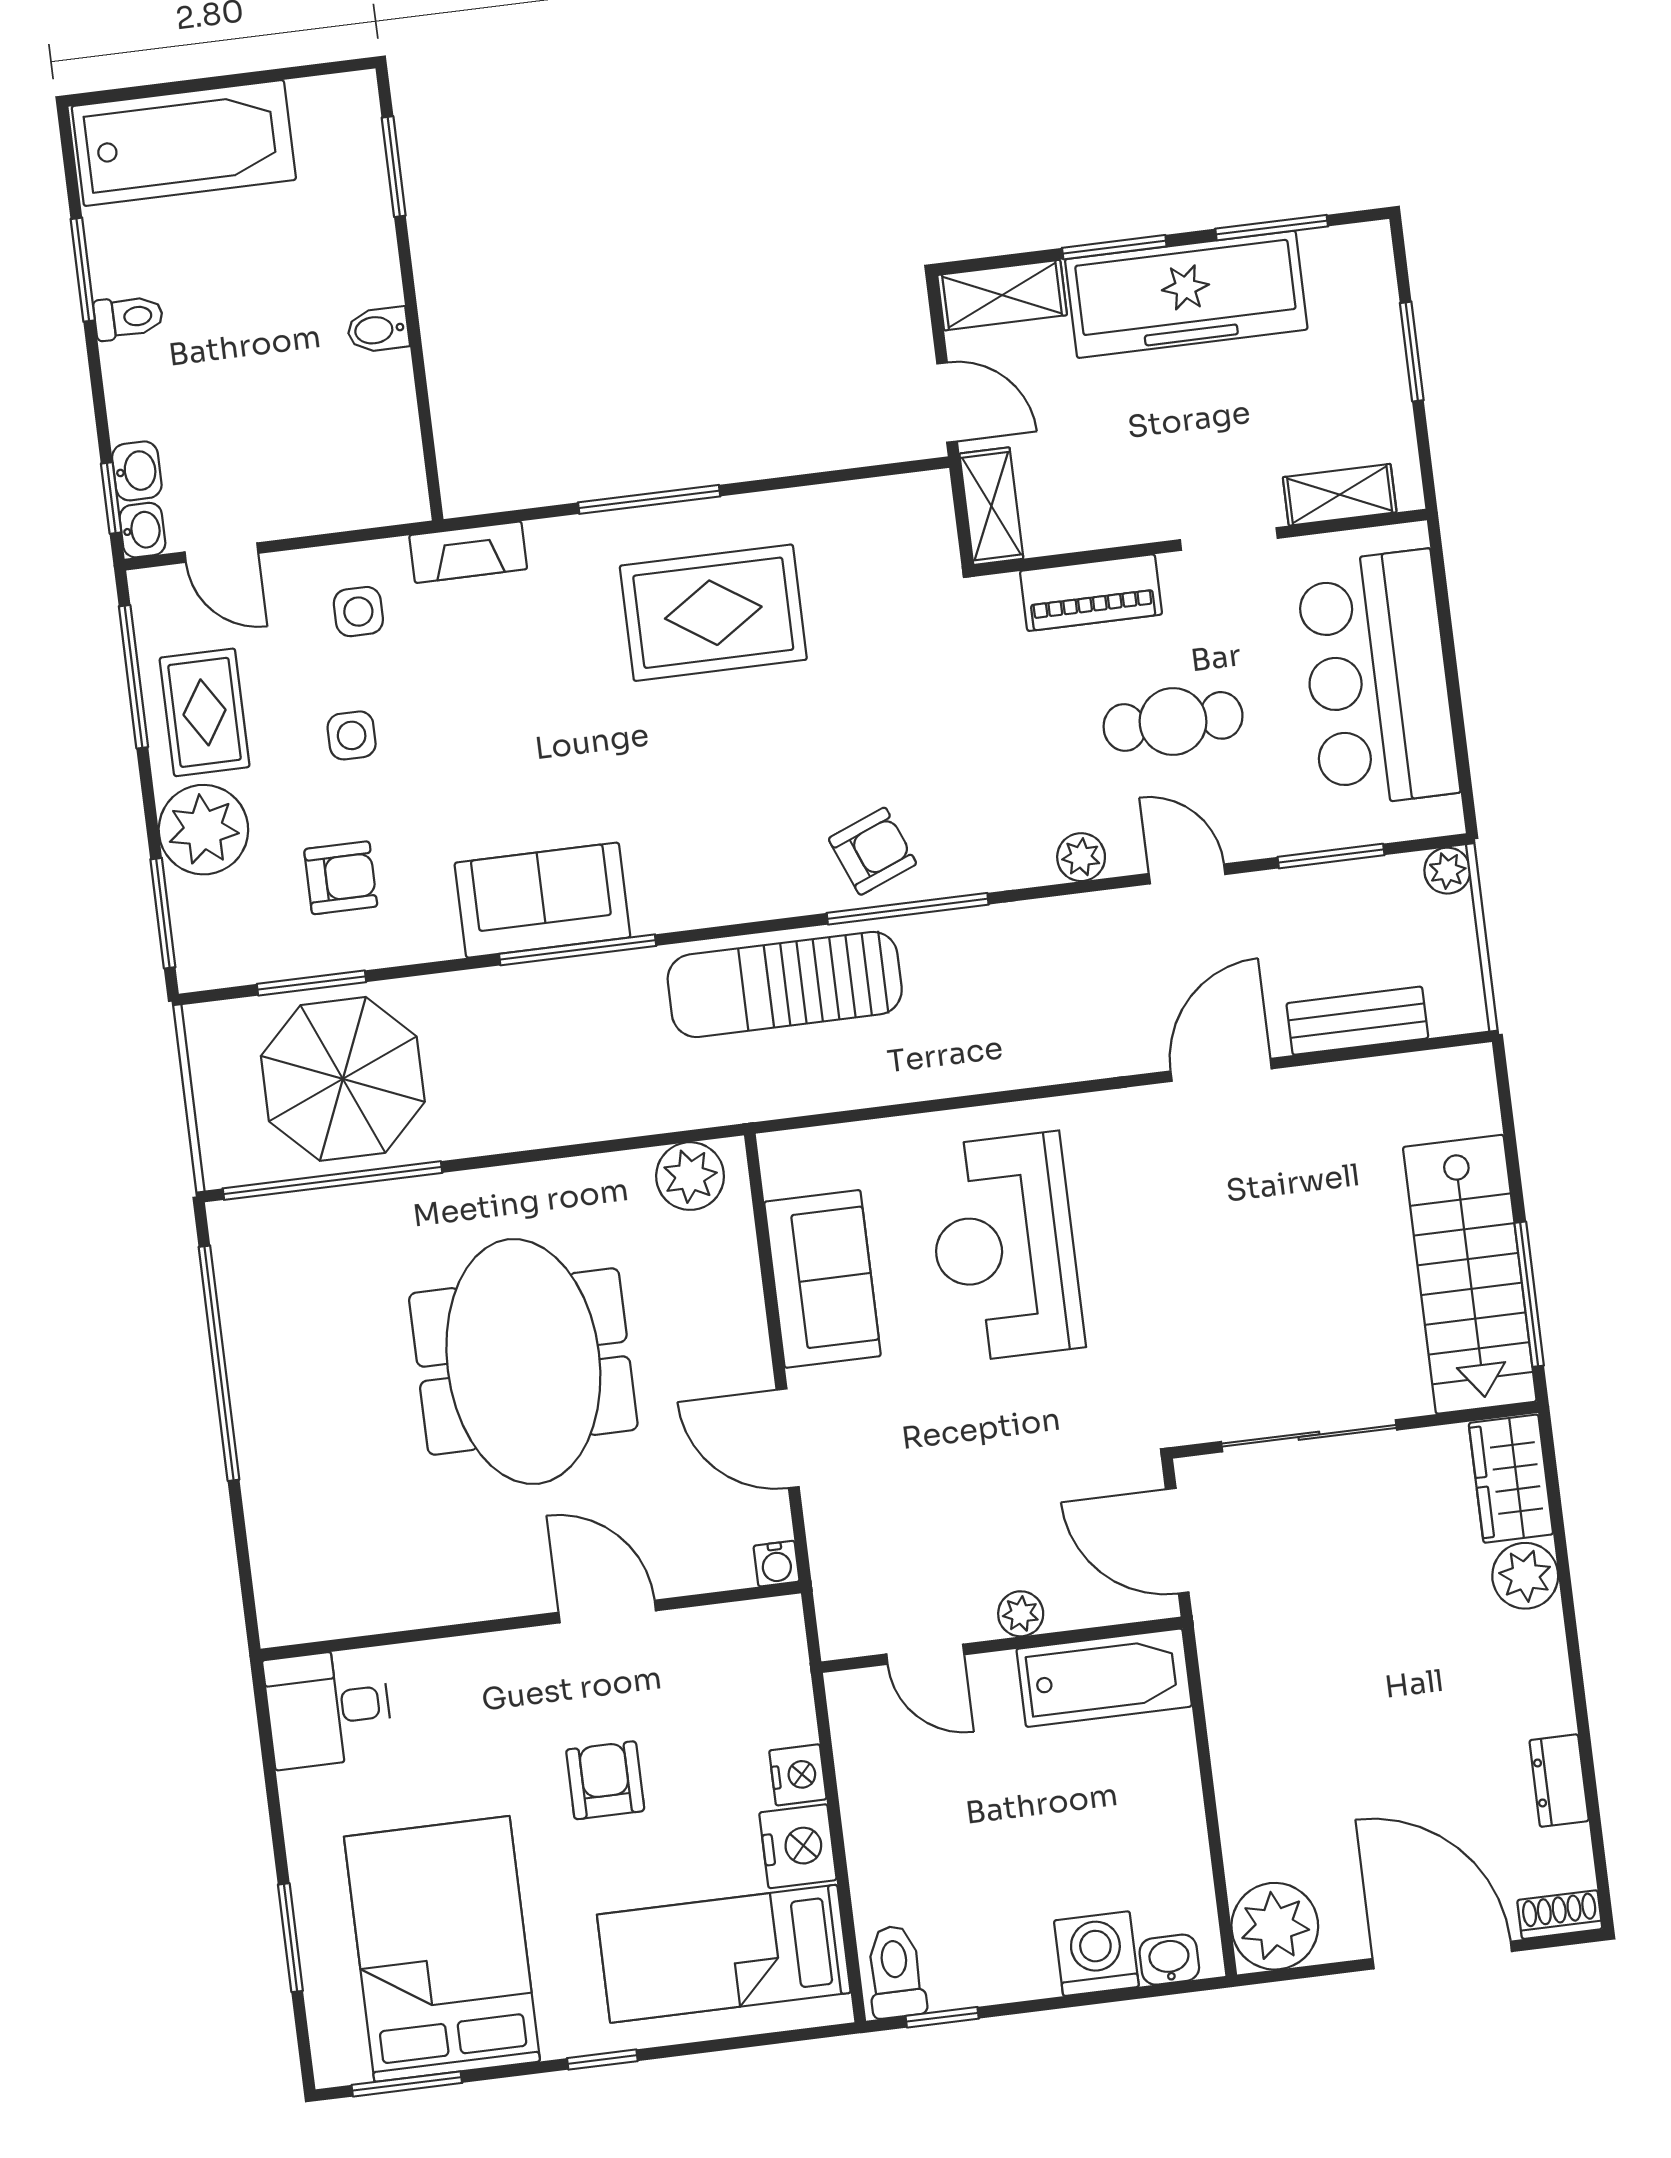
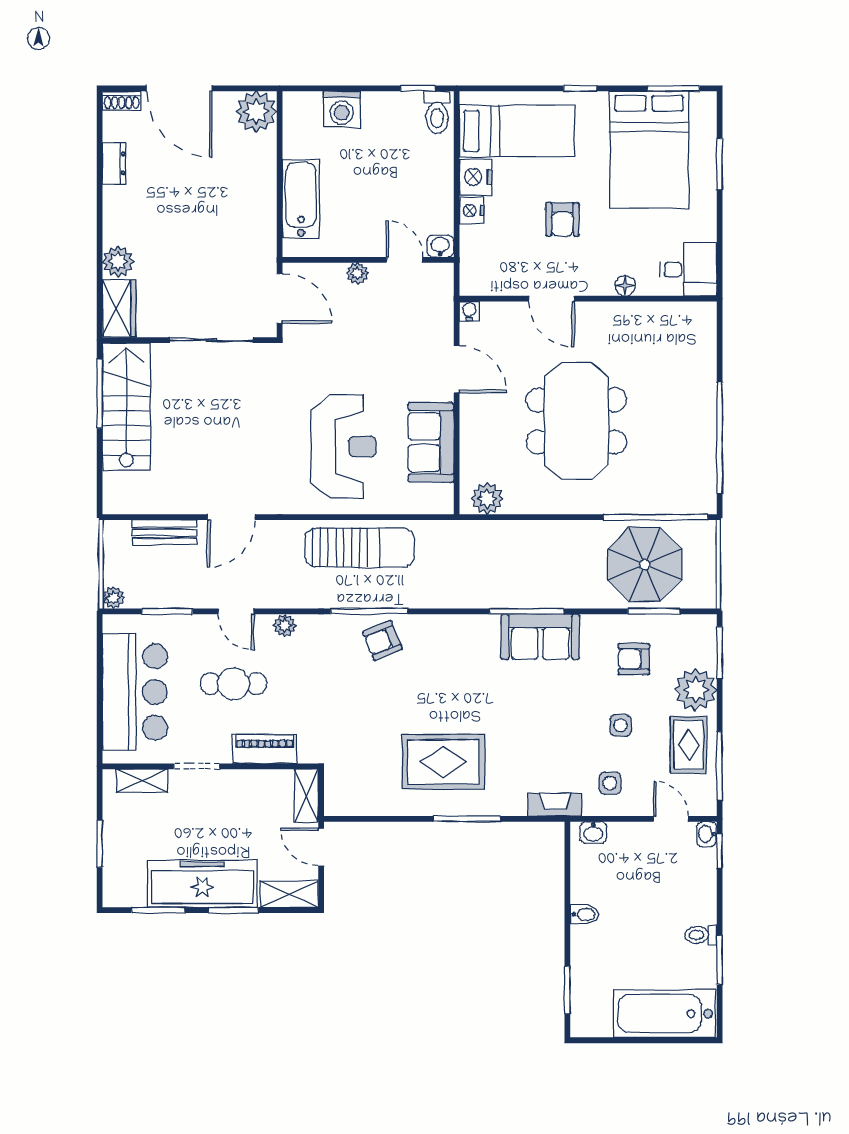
washbasin: (137, 471) -> (593, 833), moved, turned -90
sun lounger: (785, 984) -> (360, 548), moved
floor lamp: (457, 1658) -> (625, 286), added
bathtub: (1104, 1678) -> (301, 199), moved, turned 90
washbasin: (1169, 1960) -> (440, 246), moved, turned 180

